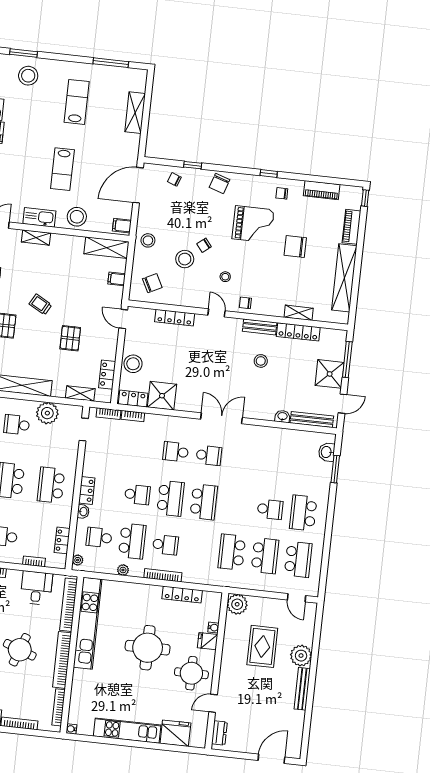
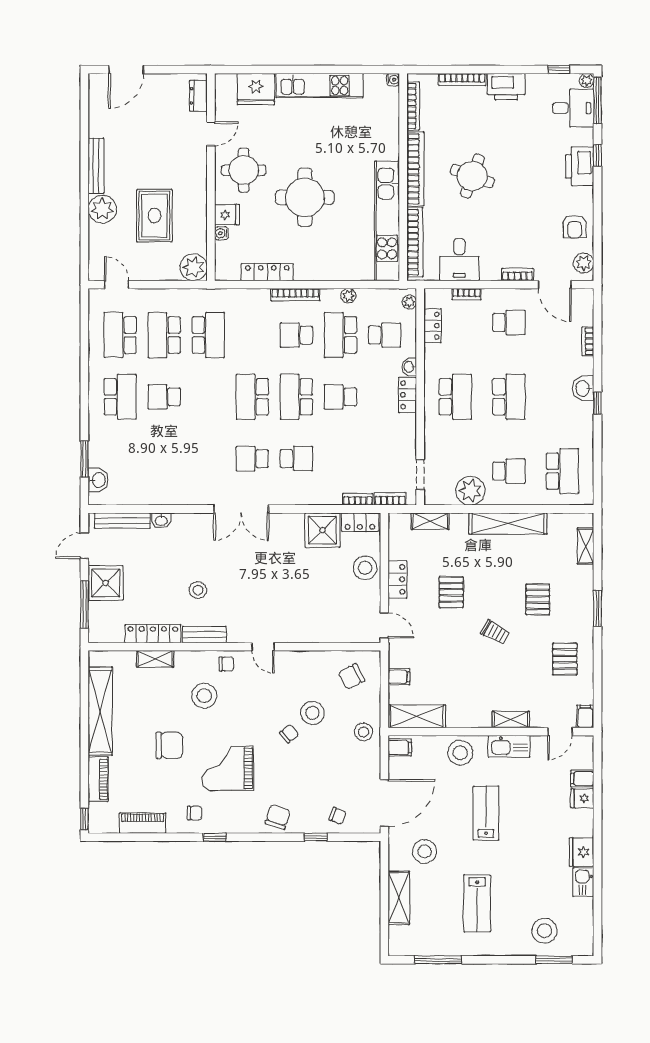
stool: (112, 145) -> (425, 851), added
stool: (225, 277) -> (204, 696), moved, width x1.89, depth x1.89
locker: (175, 318) -> (317, 634), removed
locker: (107, 375) -> (398, 579), moved

